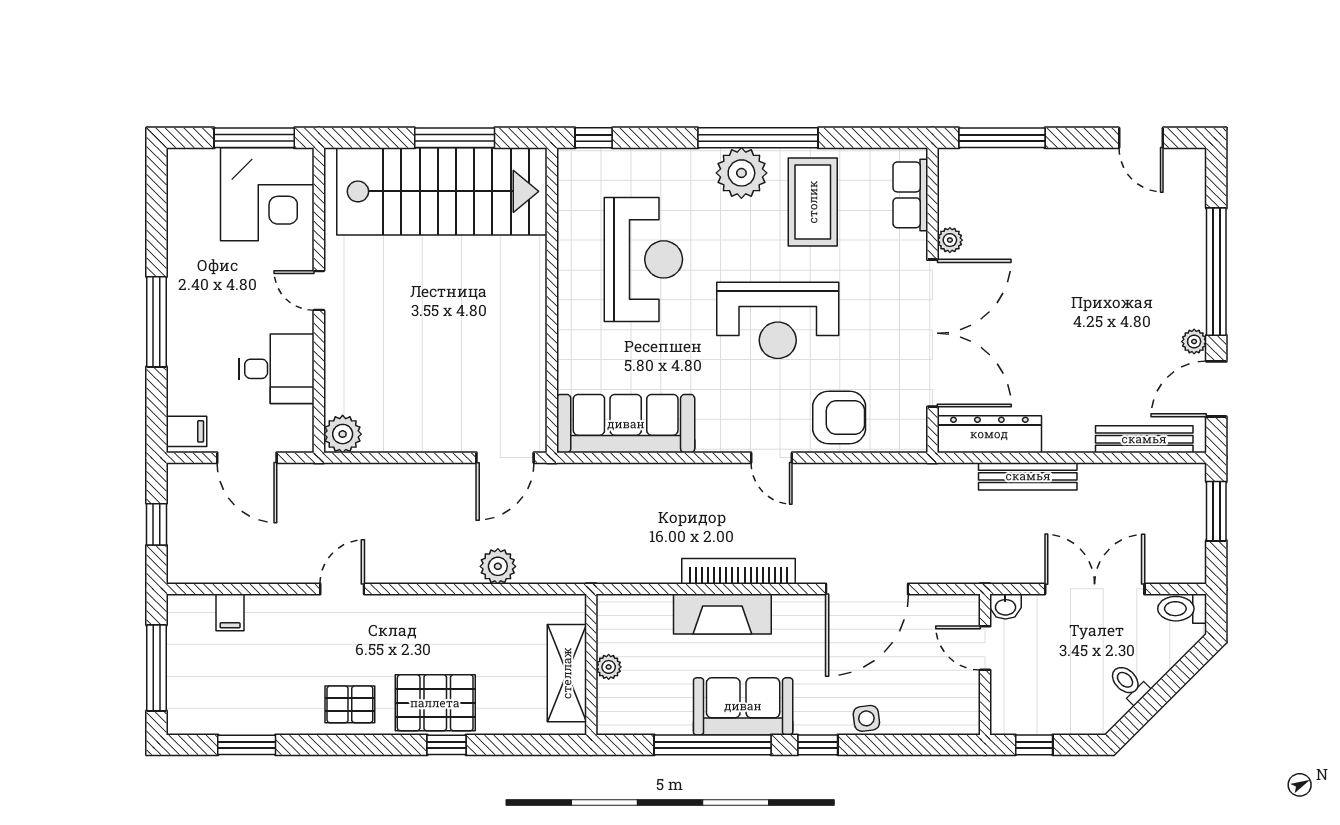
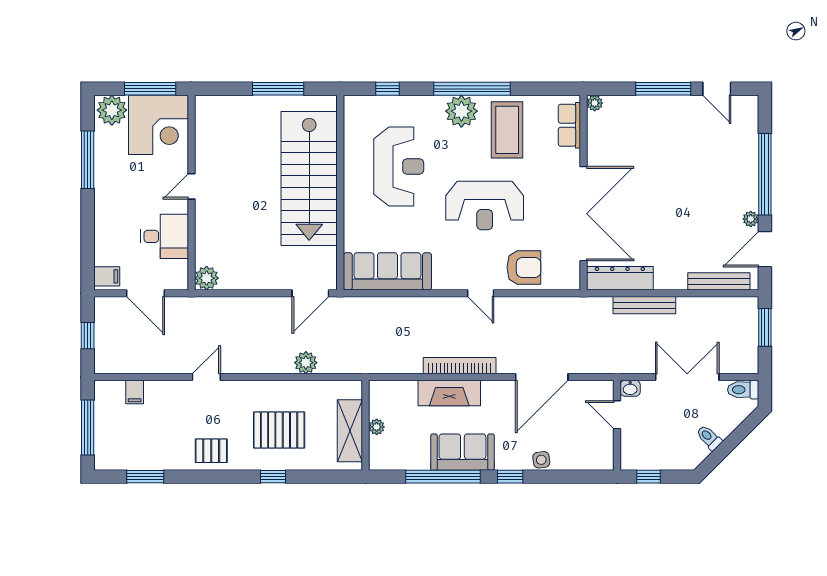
window: (594, 138) -> (388, 89), moved
window: (1002, 138) -> (663, 89), moved
plant: (194, 171) -> (112, 110), added
stairs: (442, 191) -> (309, 179), moved, turned 90
plant: (950, 240) -> (595, 103), moved
door: (319, 291) -> (191, 186), hinge flipped
window: (156, 322) -> (88, 160), moved
pallet: (435, 703) -> (279, 430), moved

